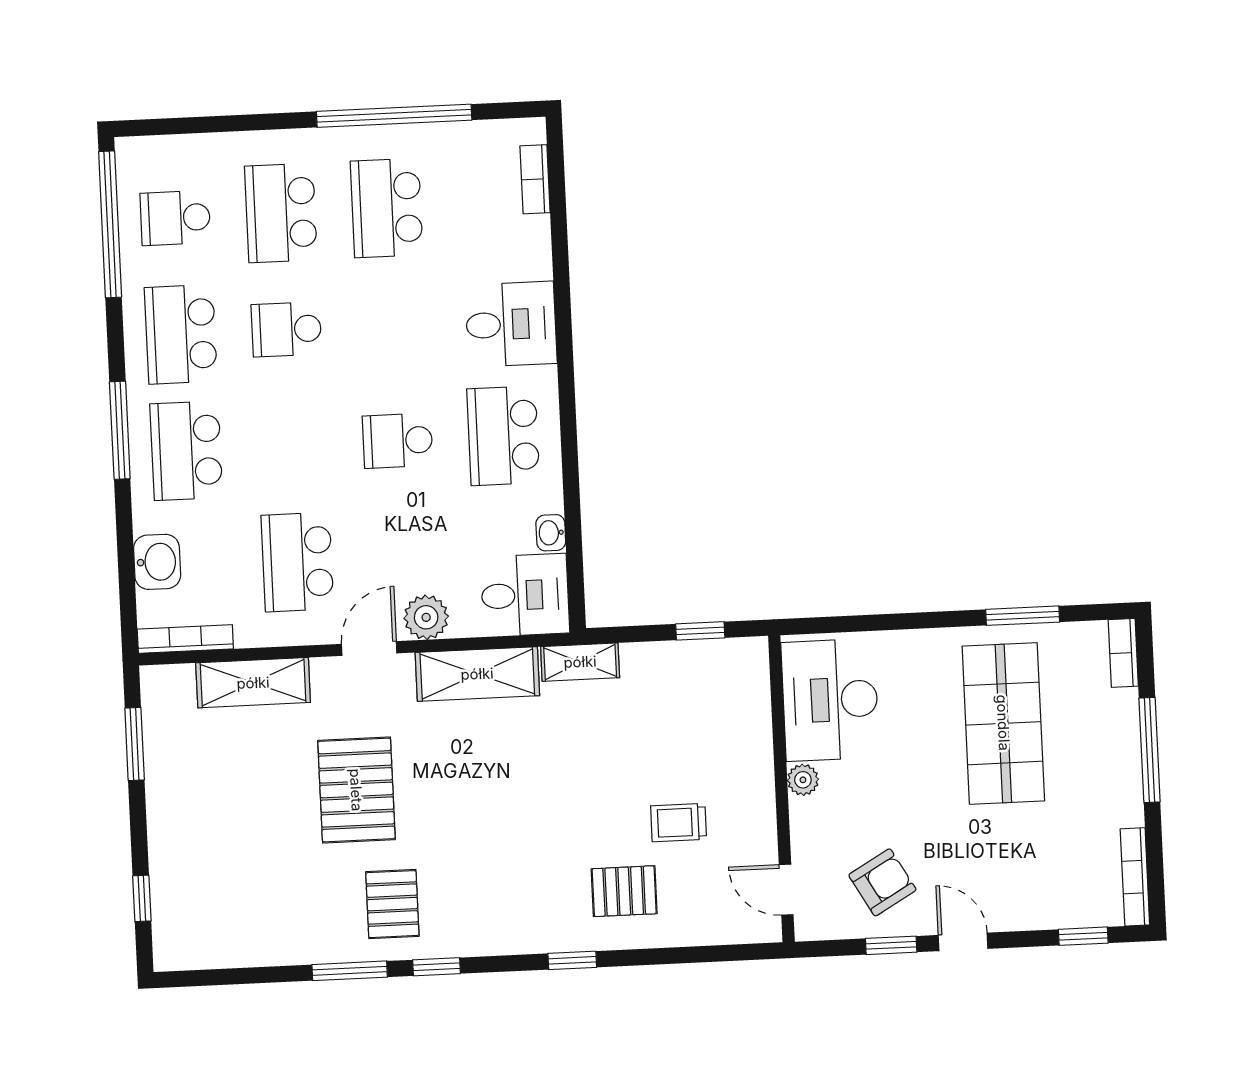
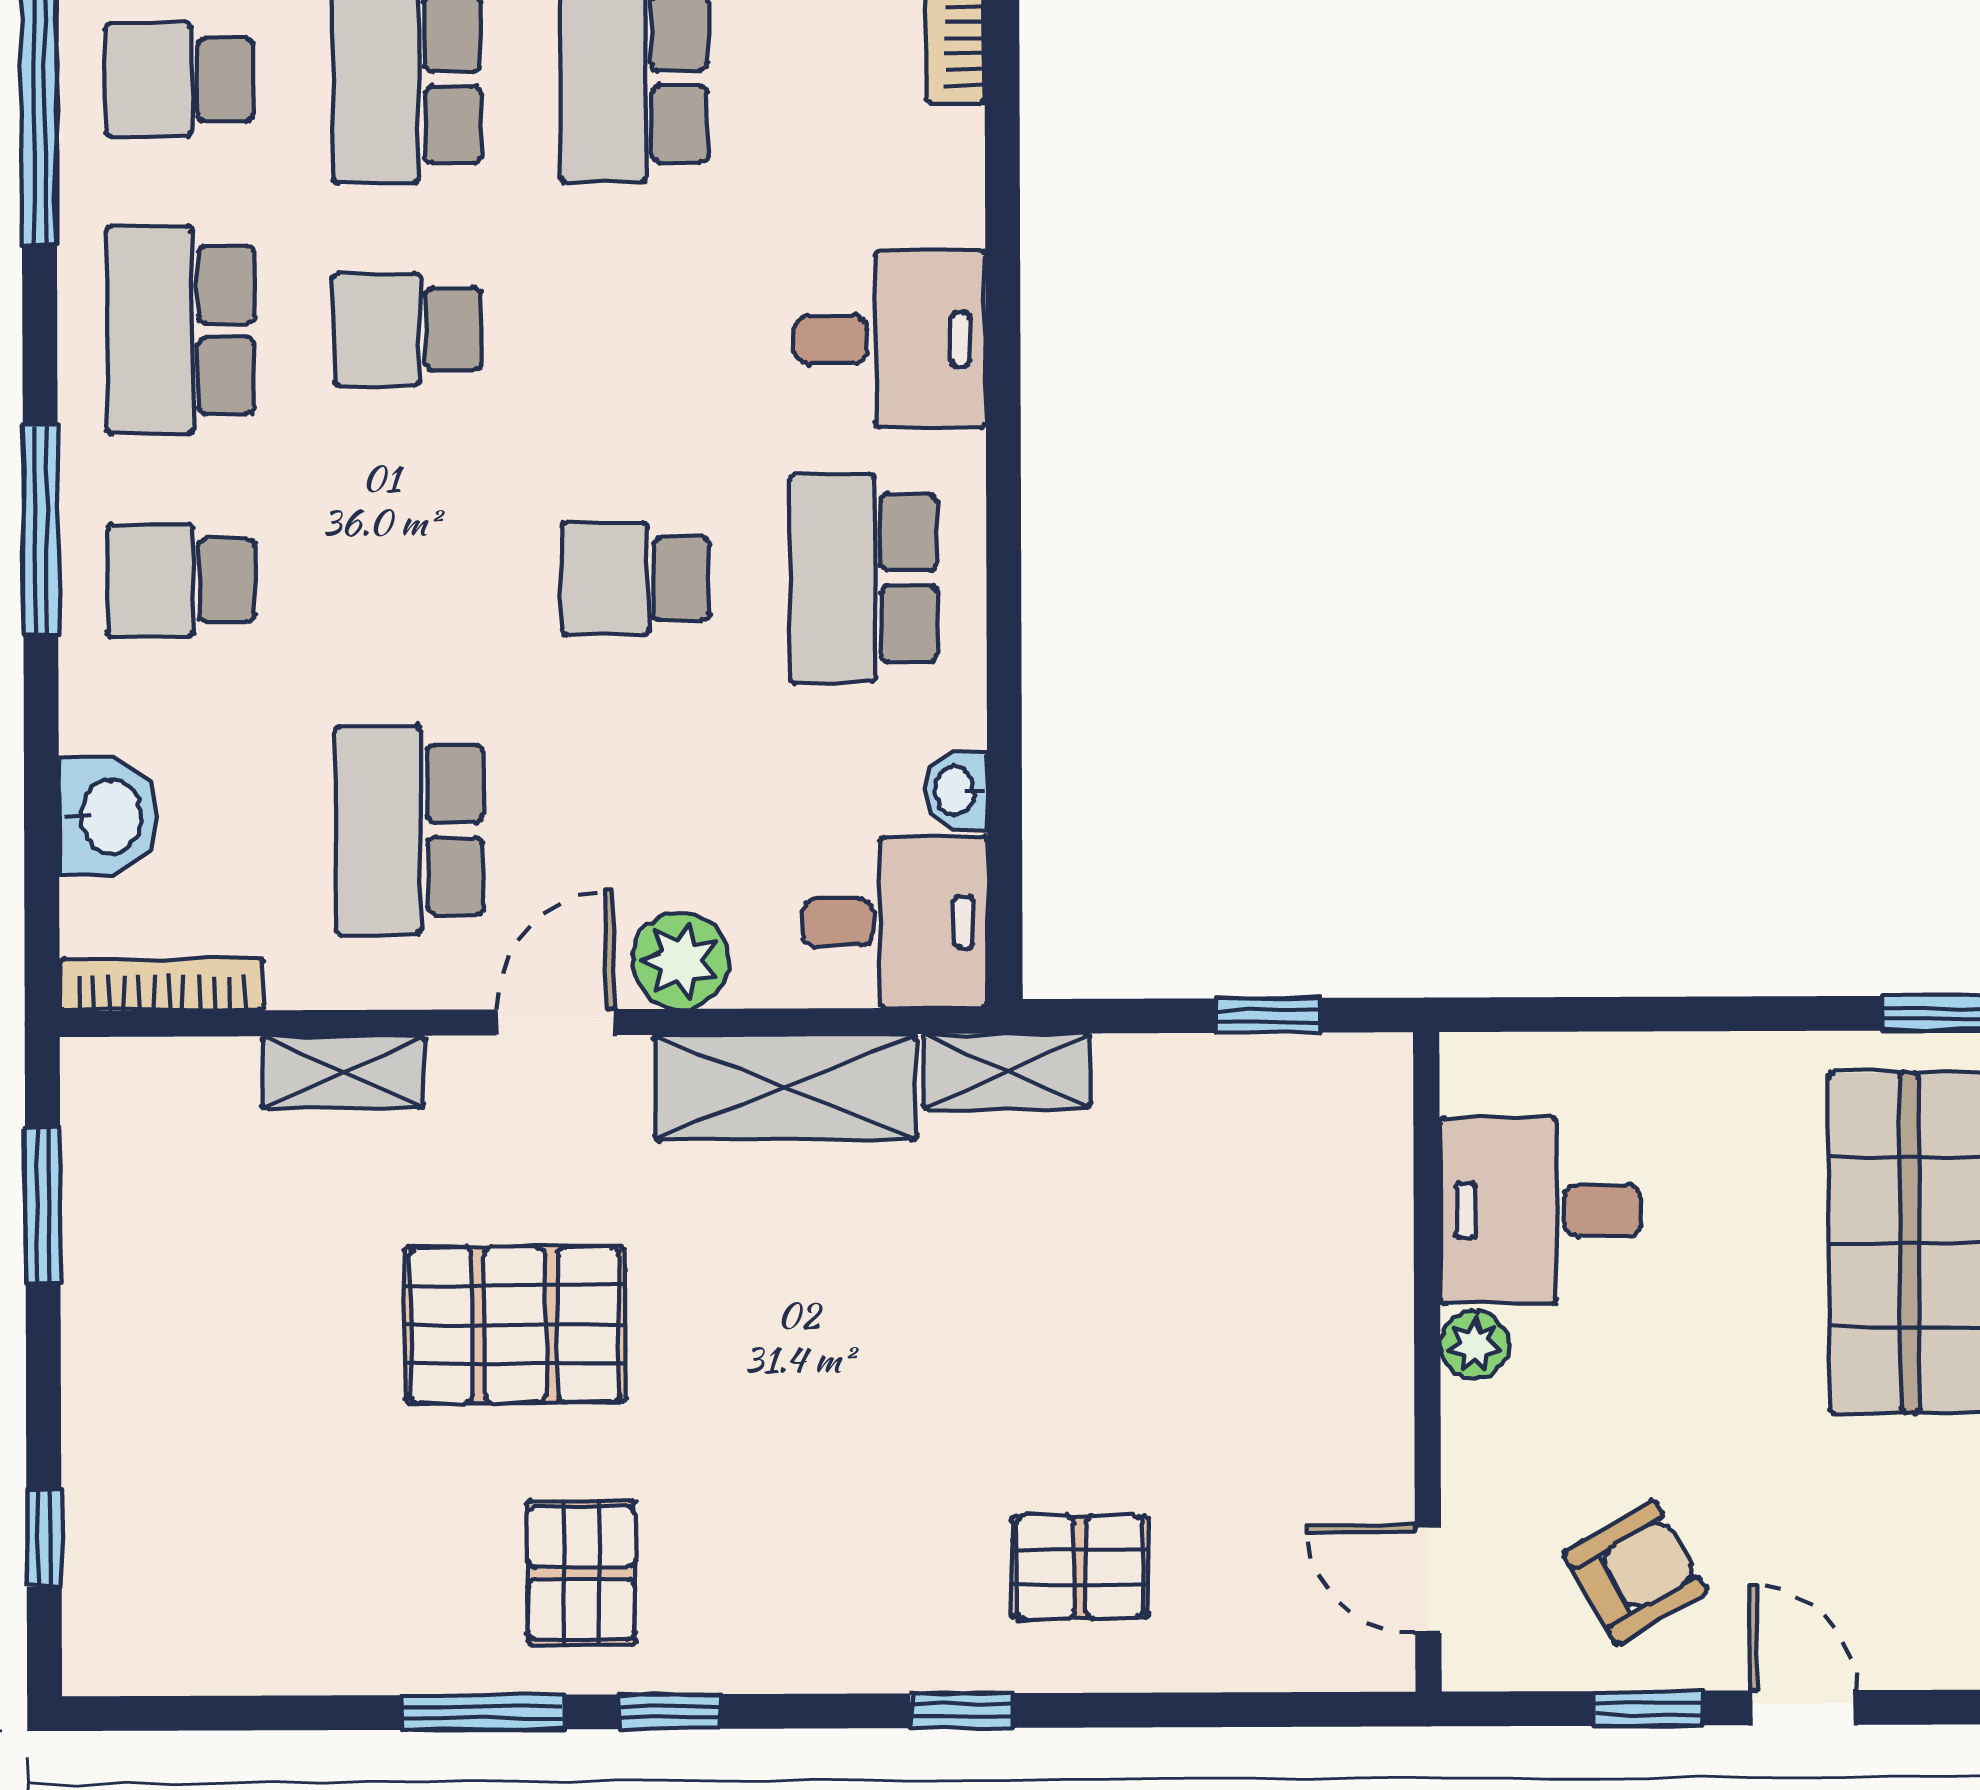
school desk: (186, 451) -> (181, 580), width x0.54
shelving: (253, 683) -> (343, 1072), width x0.67, depth x0.75
desk: (830, 700) -> (1540, 1210), width x0.73
pallet: (356, 790) -> (515, 1325), turned 90
trolley: (679, 823) -> (1203, 1425), removed

